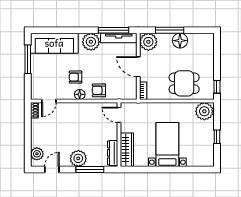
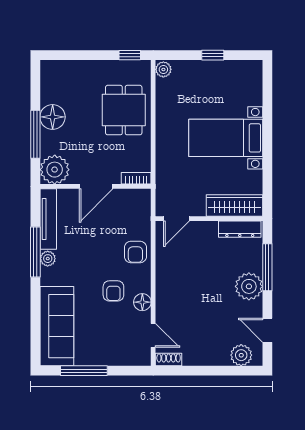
window: (113, 30) -> (35, 252), moved
plant: (91, 42) -> (48, 259), width x0.53, depth x0.53
floor lamp: (80, 94) -> (142, 302), moved
plant: (204, 111) -> (163, 69), width x0.53, depth x0.53

